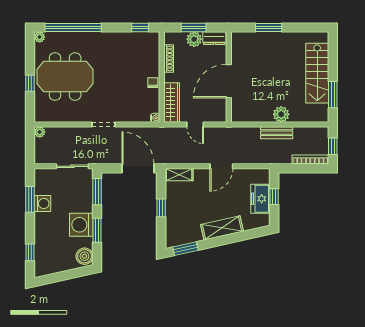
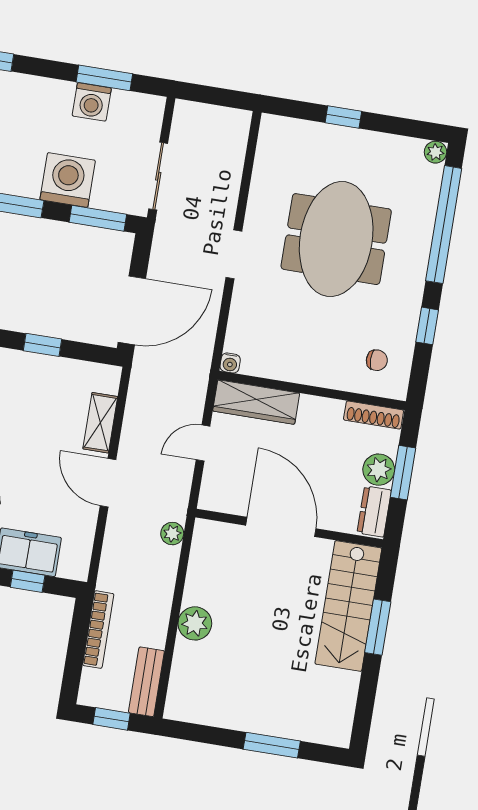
window: (140, 28) -> (427, 326), moved
shoe rack: (169, 58) -> (374, 415), moved
stairs: (317, 73) -> (348, 606), moved, turned -90
meeting table: (65, 76) -> (336, 239), moved
chair: (153, 83) -> (377, 360), moved
window: (333, 95) -> (272, 745), moved
plant: (40, 132) -> (172, 534), moved
bench: (277, 133) -> (146, 682), moved
bookcase: (310, 160) -> (98, 630), moved
shelving: (179, 175) -> (100, 423), moved
washing machine: (81, 225) -> (68, 180), moved

